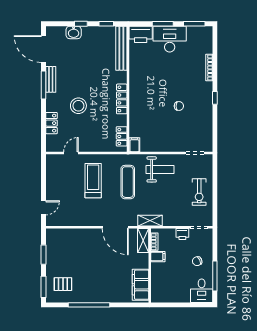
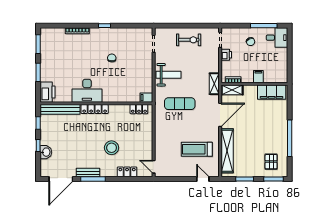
desk: (170, 39) -> (87, 91), moved, turned -90
locker: (122, 99) -> (95, 109), moved
door: (71, 153) -> (154, 167), moved
weight bench: (160, 169) -> (169, 75), turned 90
treadmill: (93, 181) -> (197, 149), moved
shelving: (75, 235) -> (227, 151), added
filing cabinet: (158, 257) -> (258, 77), moved

